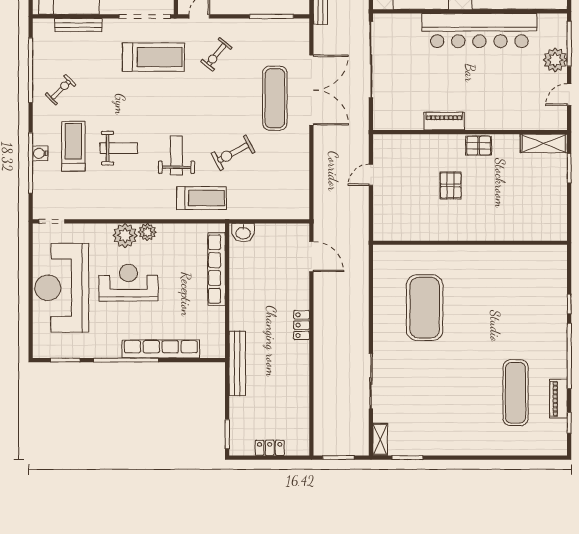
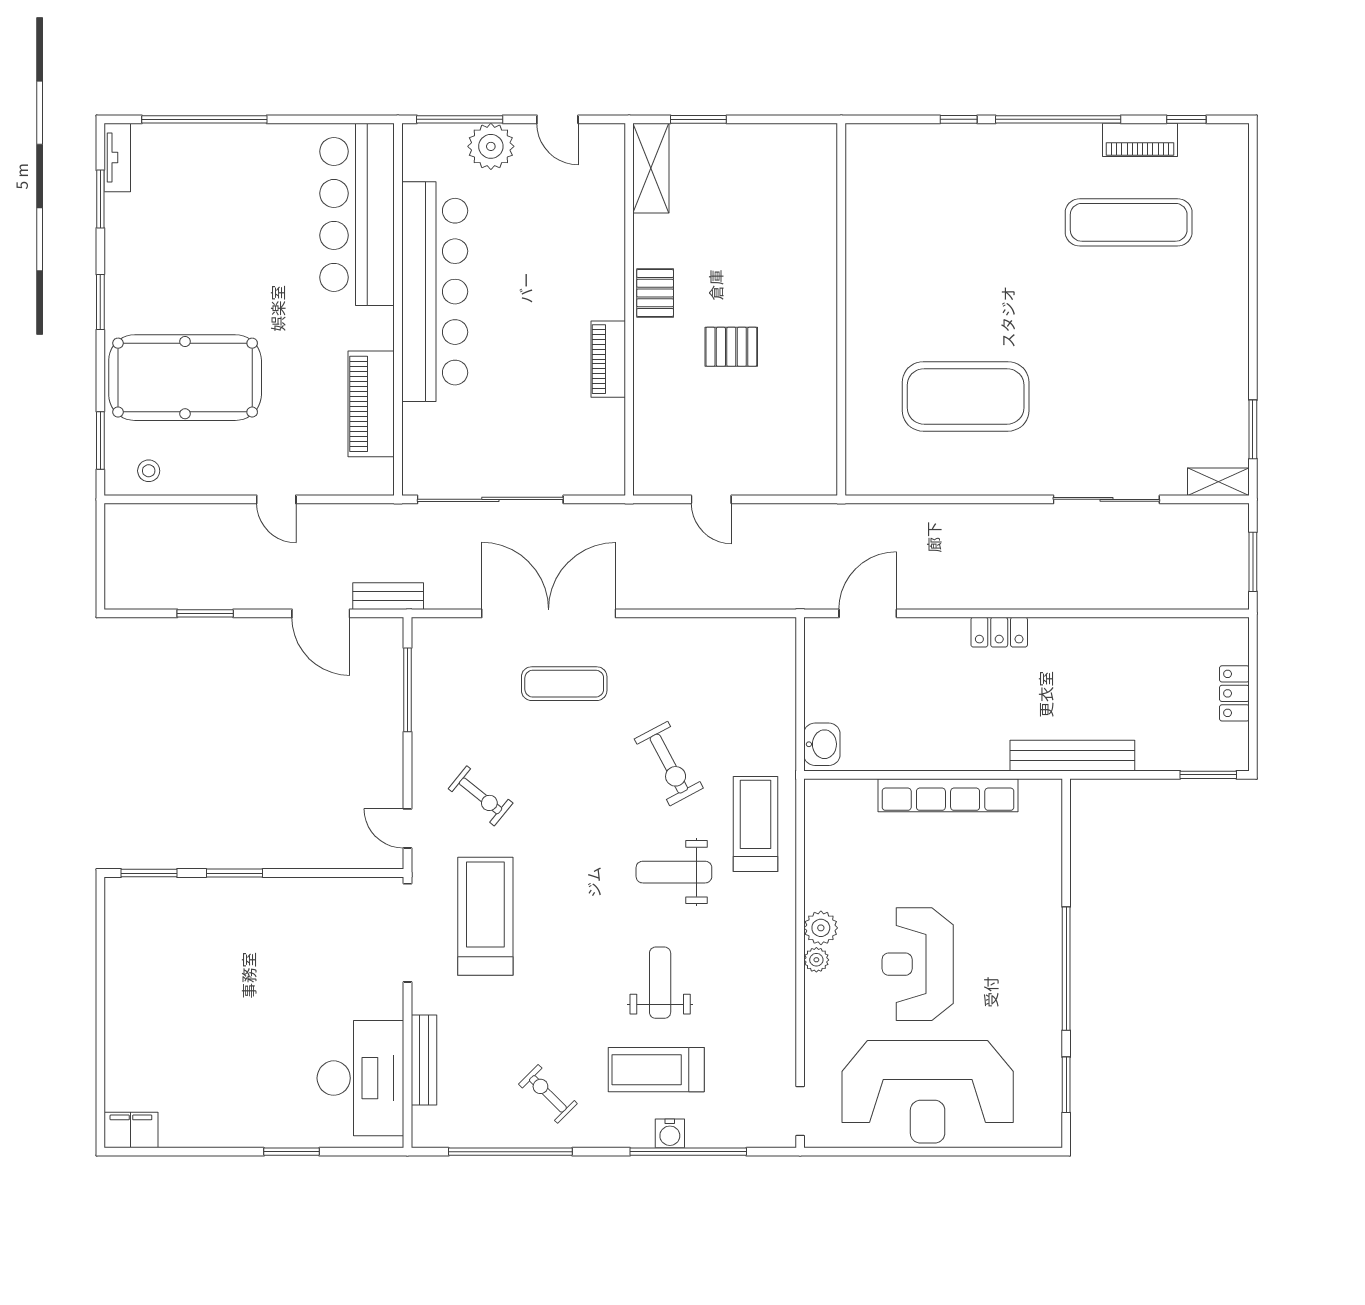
exercise mat: (275, 98) -> (564, 684), width x0.73, depth x0.69
plant: (125, 235) -> (816, 960), width x0.53, depth x0.53
row of seats: (217, 269) -> (948, 795), moved
row of seats: (161, 349) -> (1045, 902), removed

